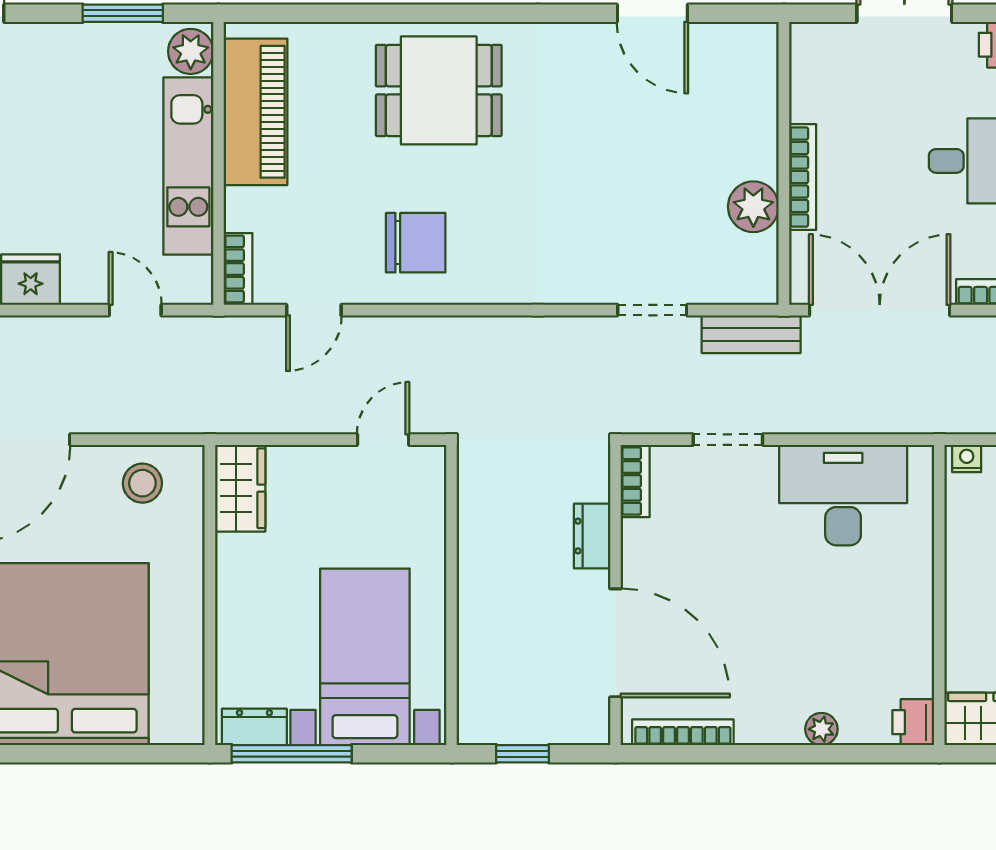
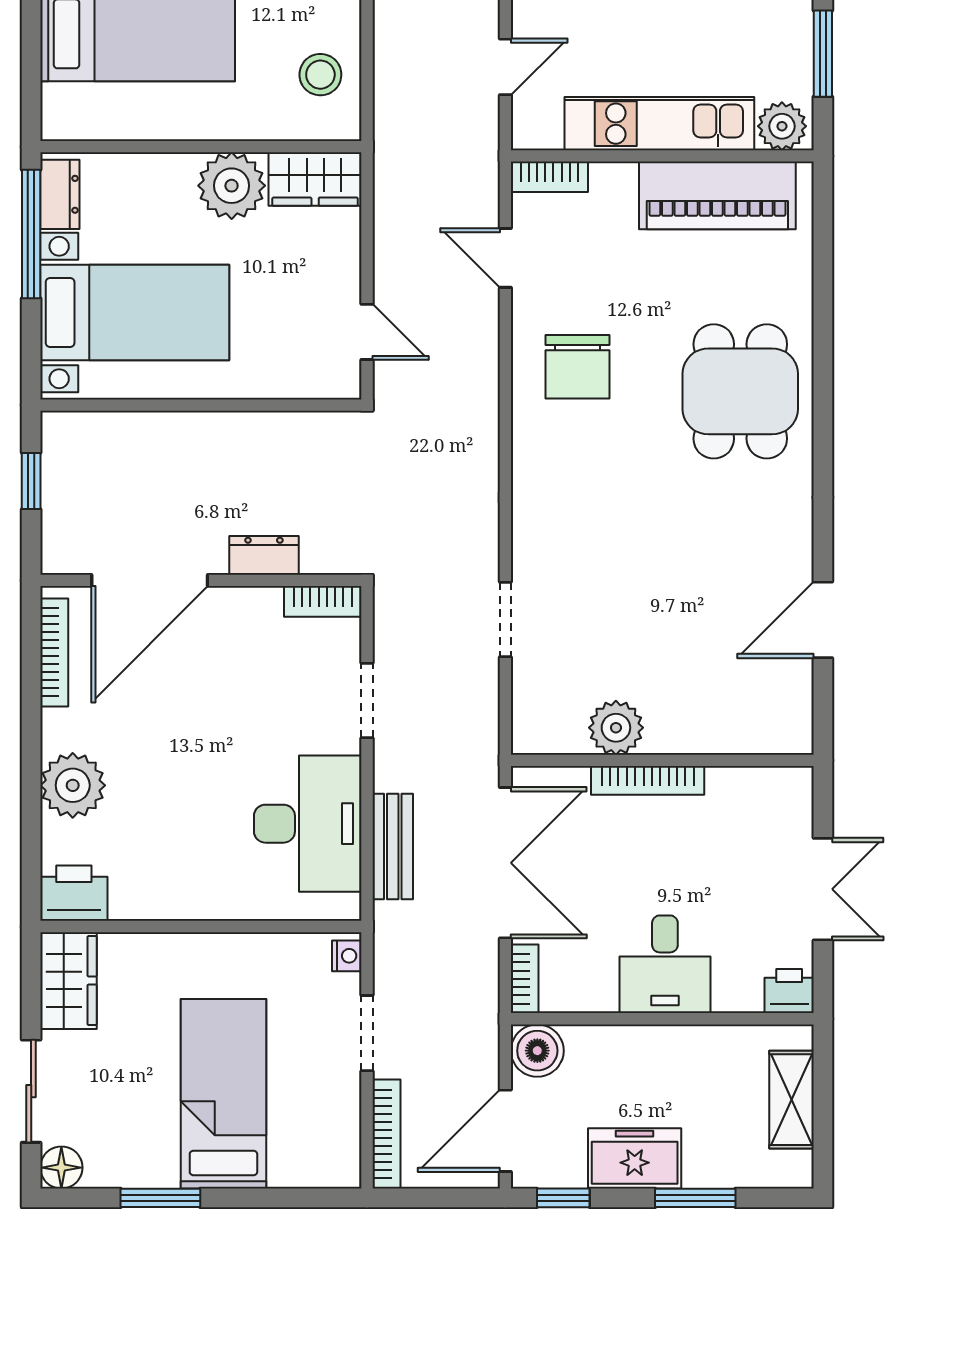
bench: (751, 334) -> (393, 847), moved
plant: (246, 566) -> (232, 186), added
printer: (913, 722) -> (74, 893), width x1.36, depth x1.24
plant: (821, 729) -> (73, 785), width x1.87, depth x1.87

